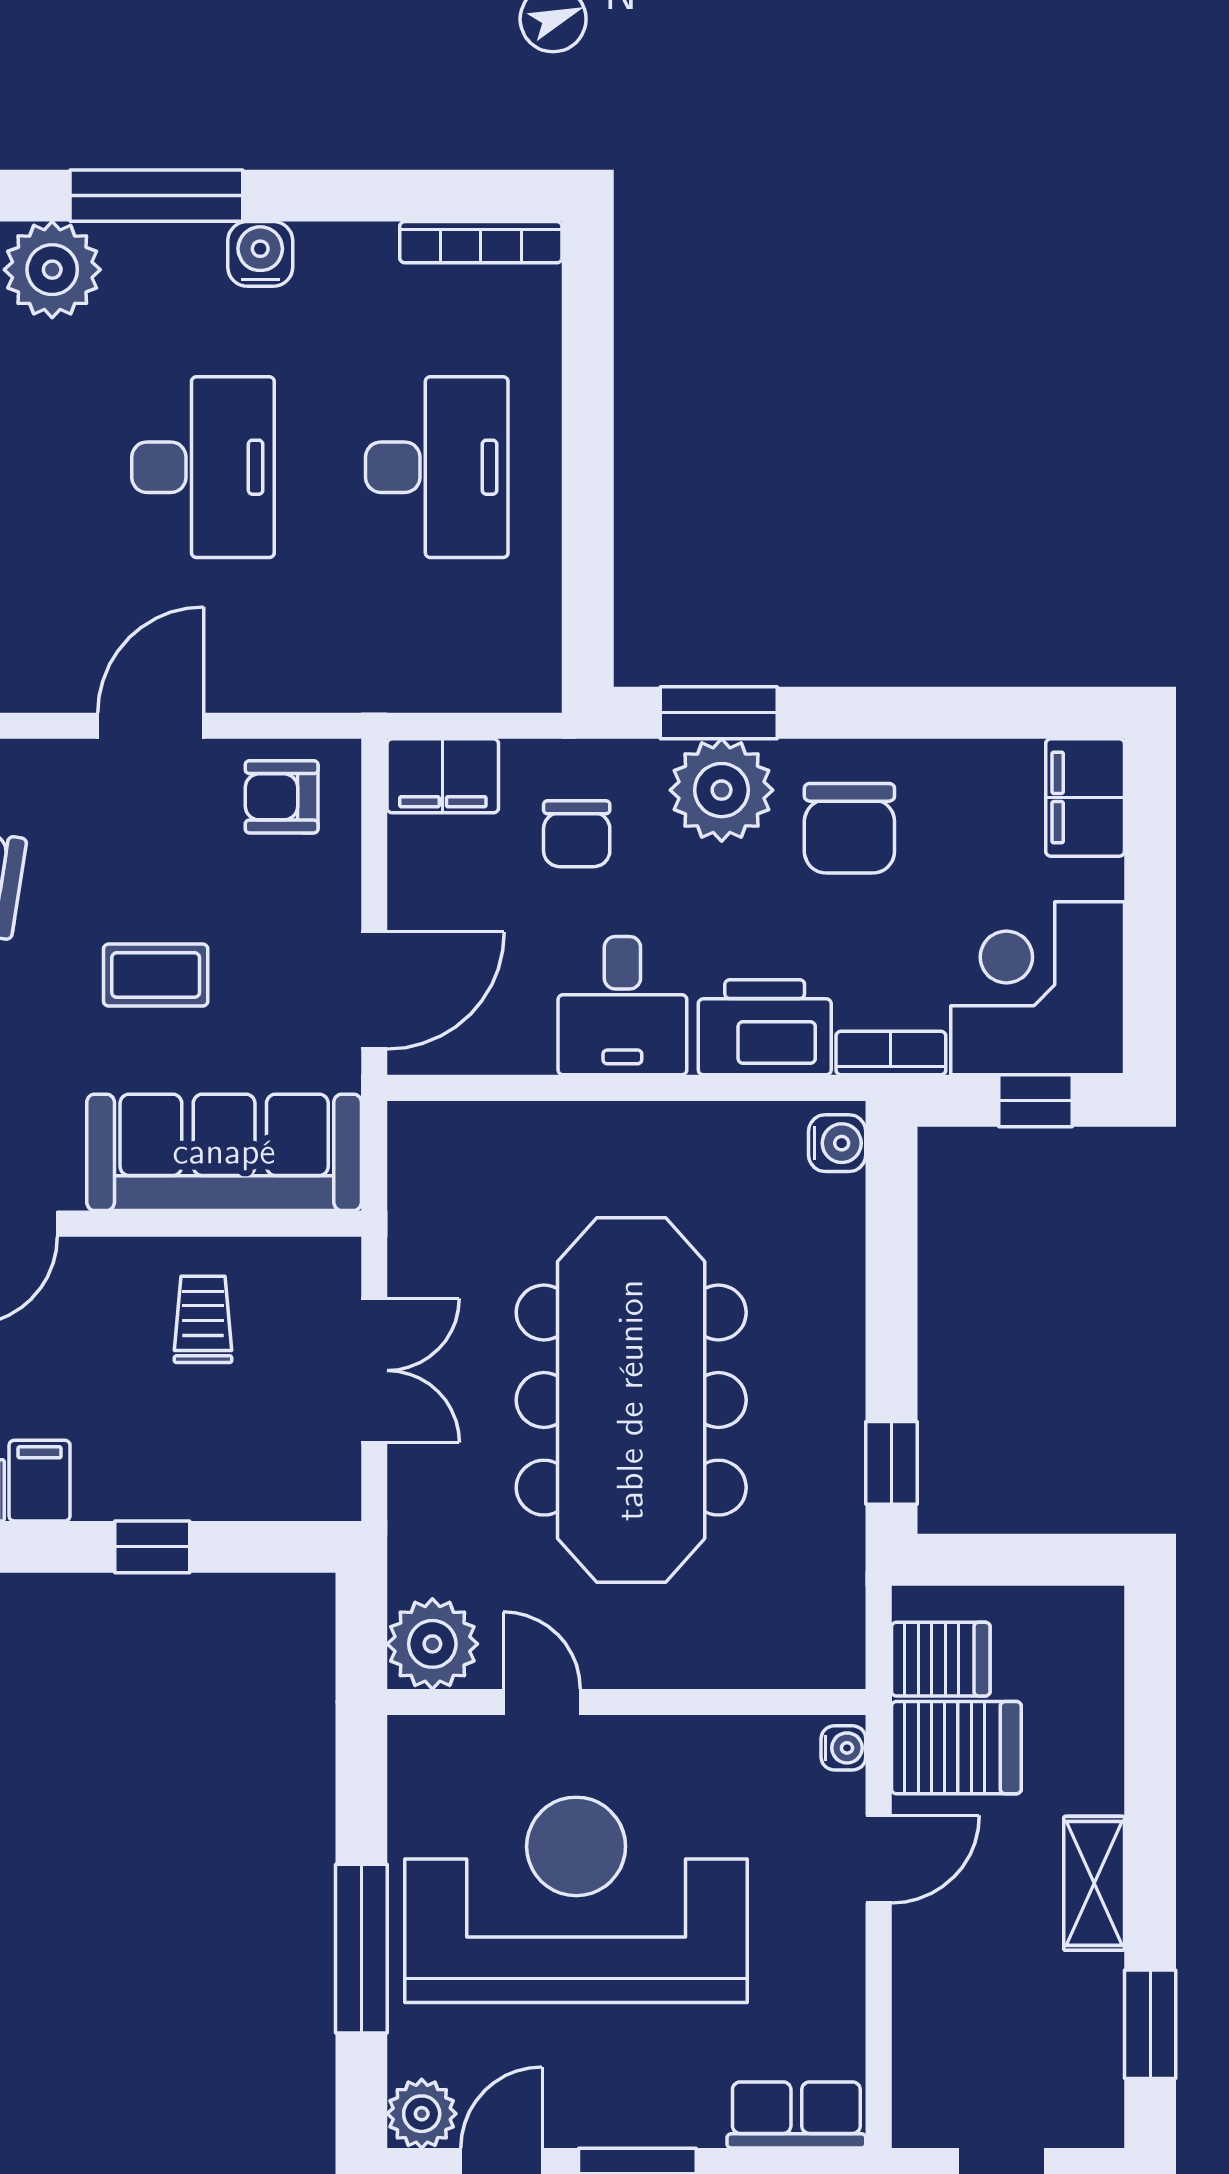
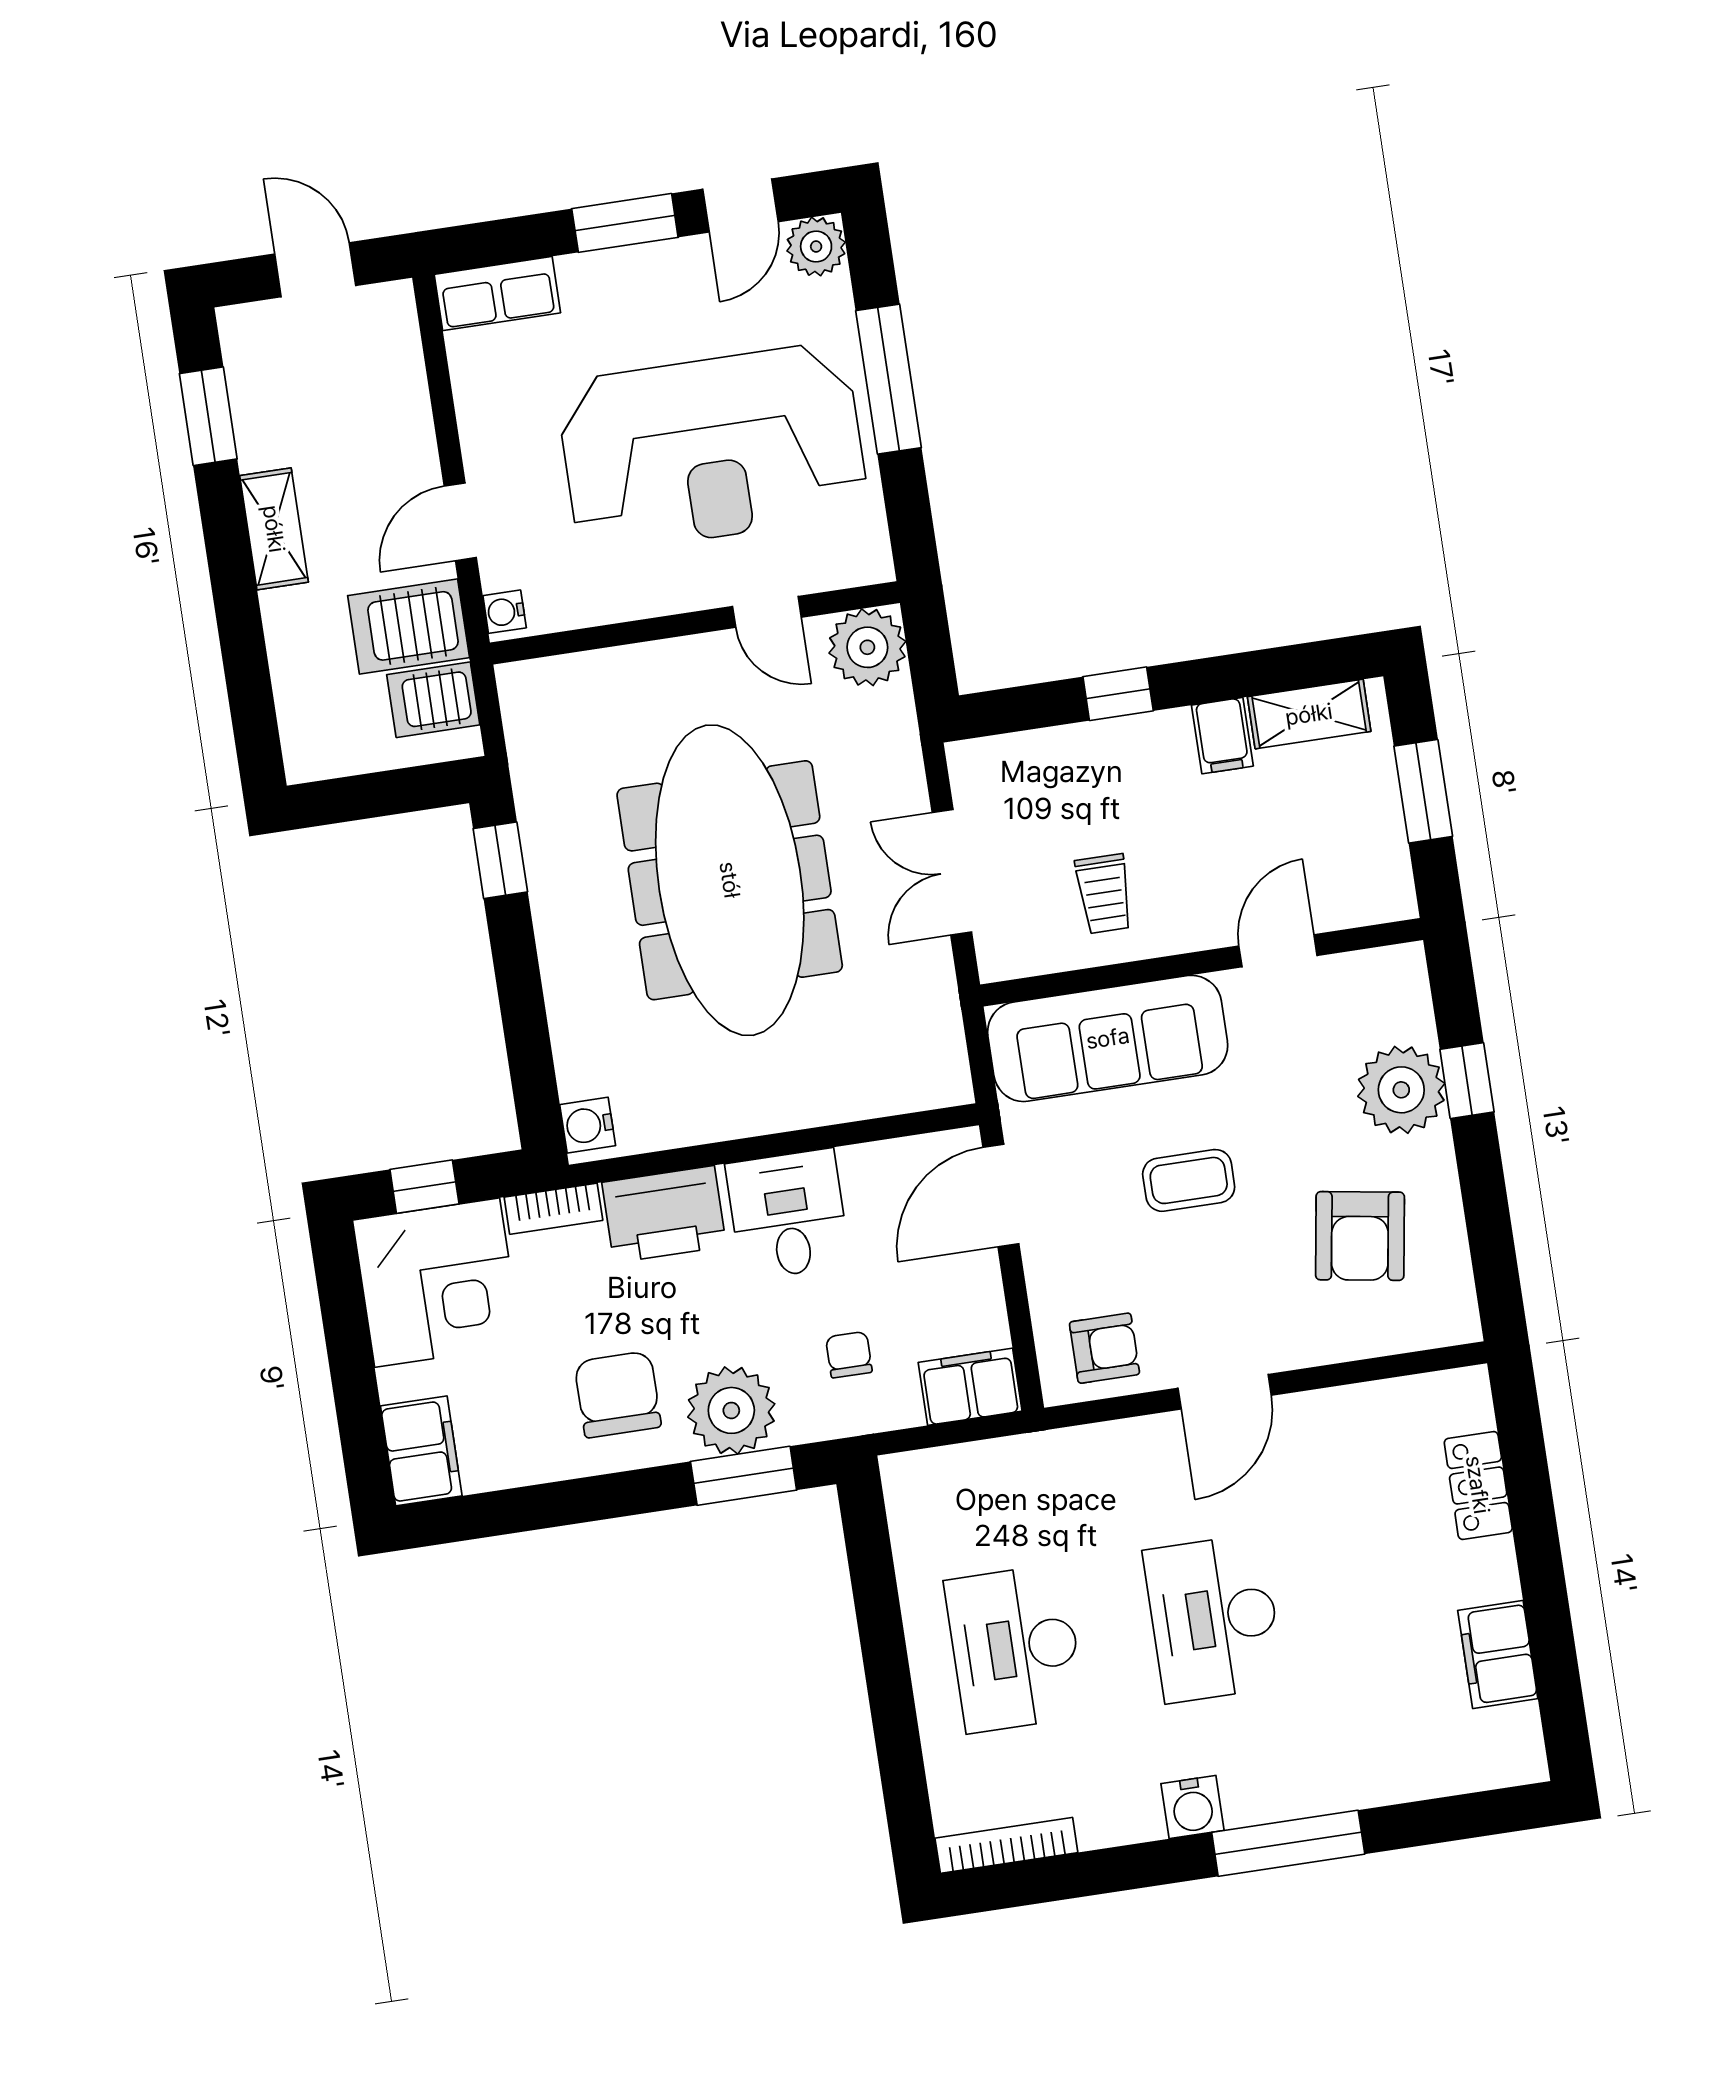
plant: (52, 270) -> (1367, 1767), removed
chair: (577, 834) -> (849, 1355), width x0.73, depth x0.73

